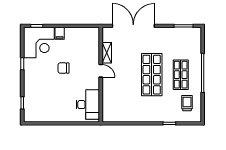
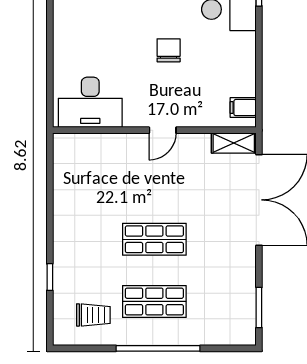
filing cabinet: (60, 33) -> (243, 108), moved
shelving: (107, 53) -> (234, 143), moved
shop shelf: (152, 75) -> (154, 239), width x0.70, depth x0.74

